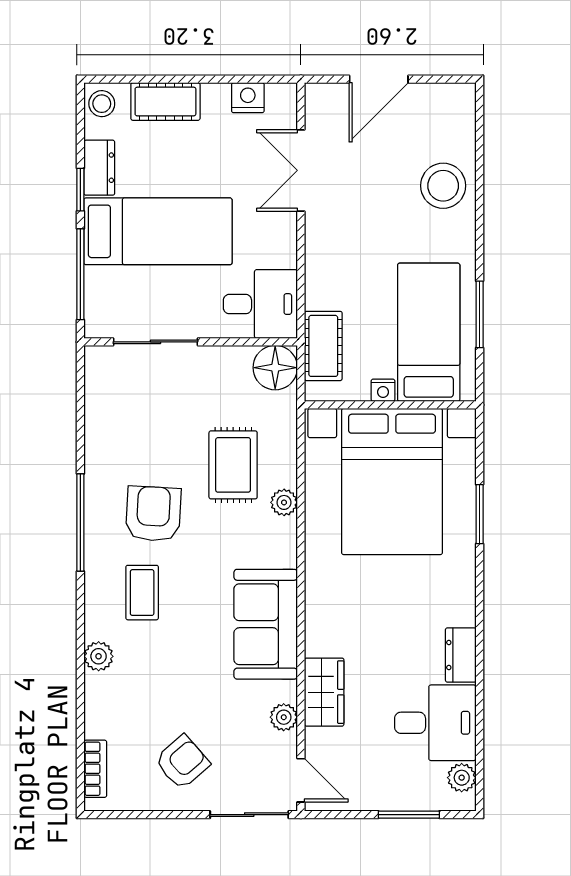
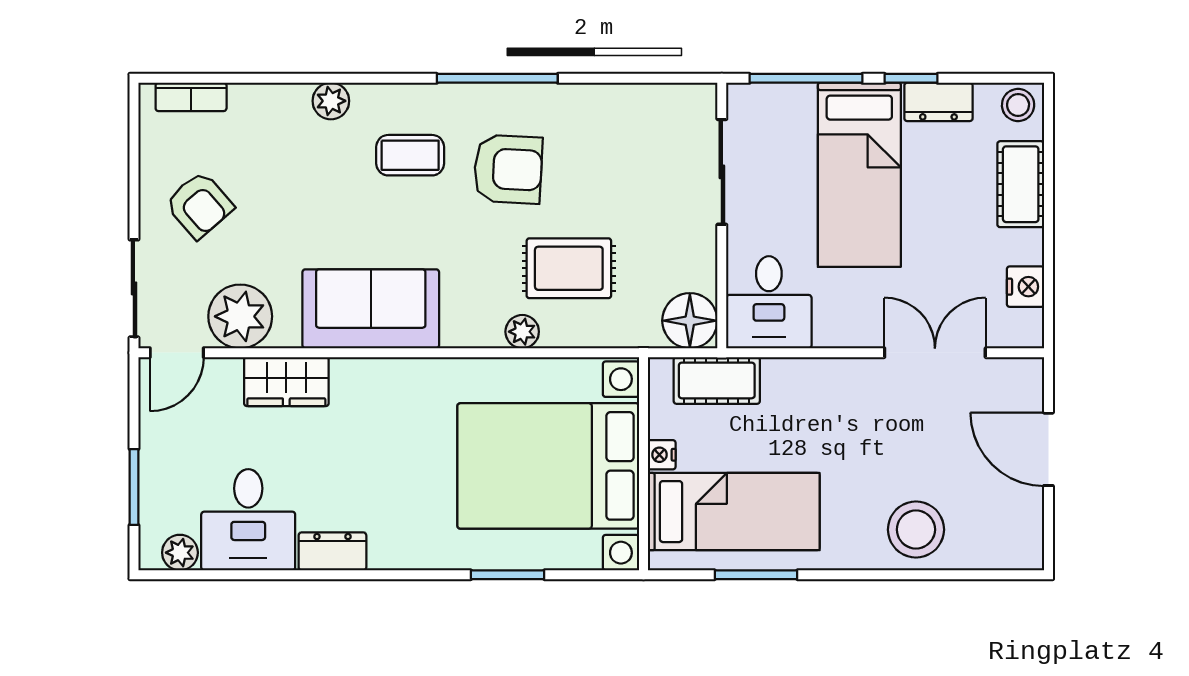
plant: (284, 717) -> (240, 316), width x1.88, depth x1.88

